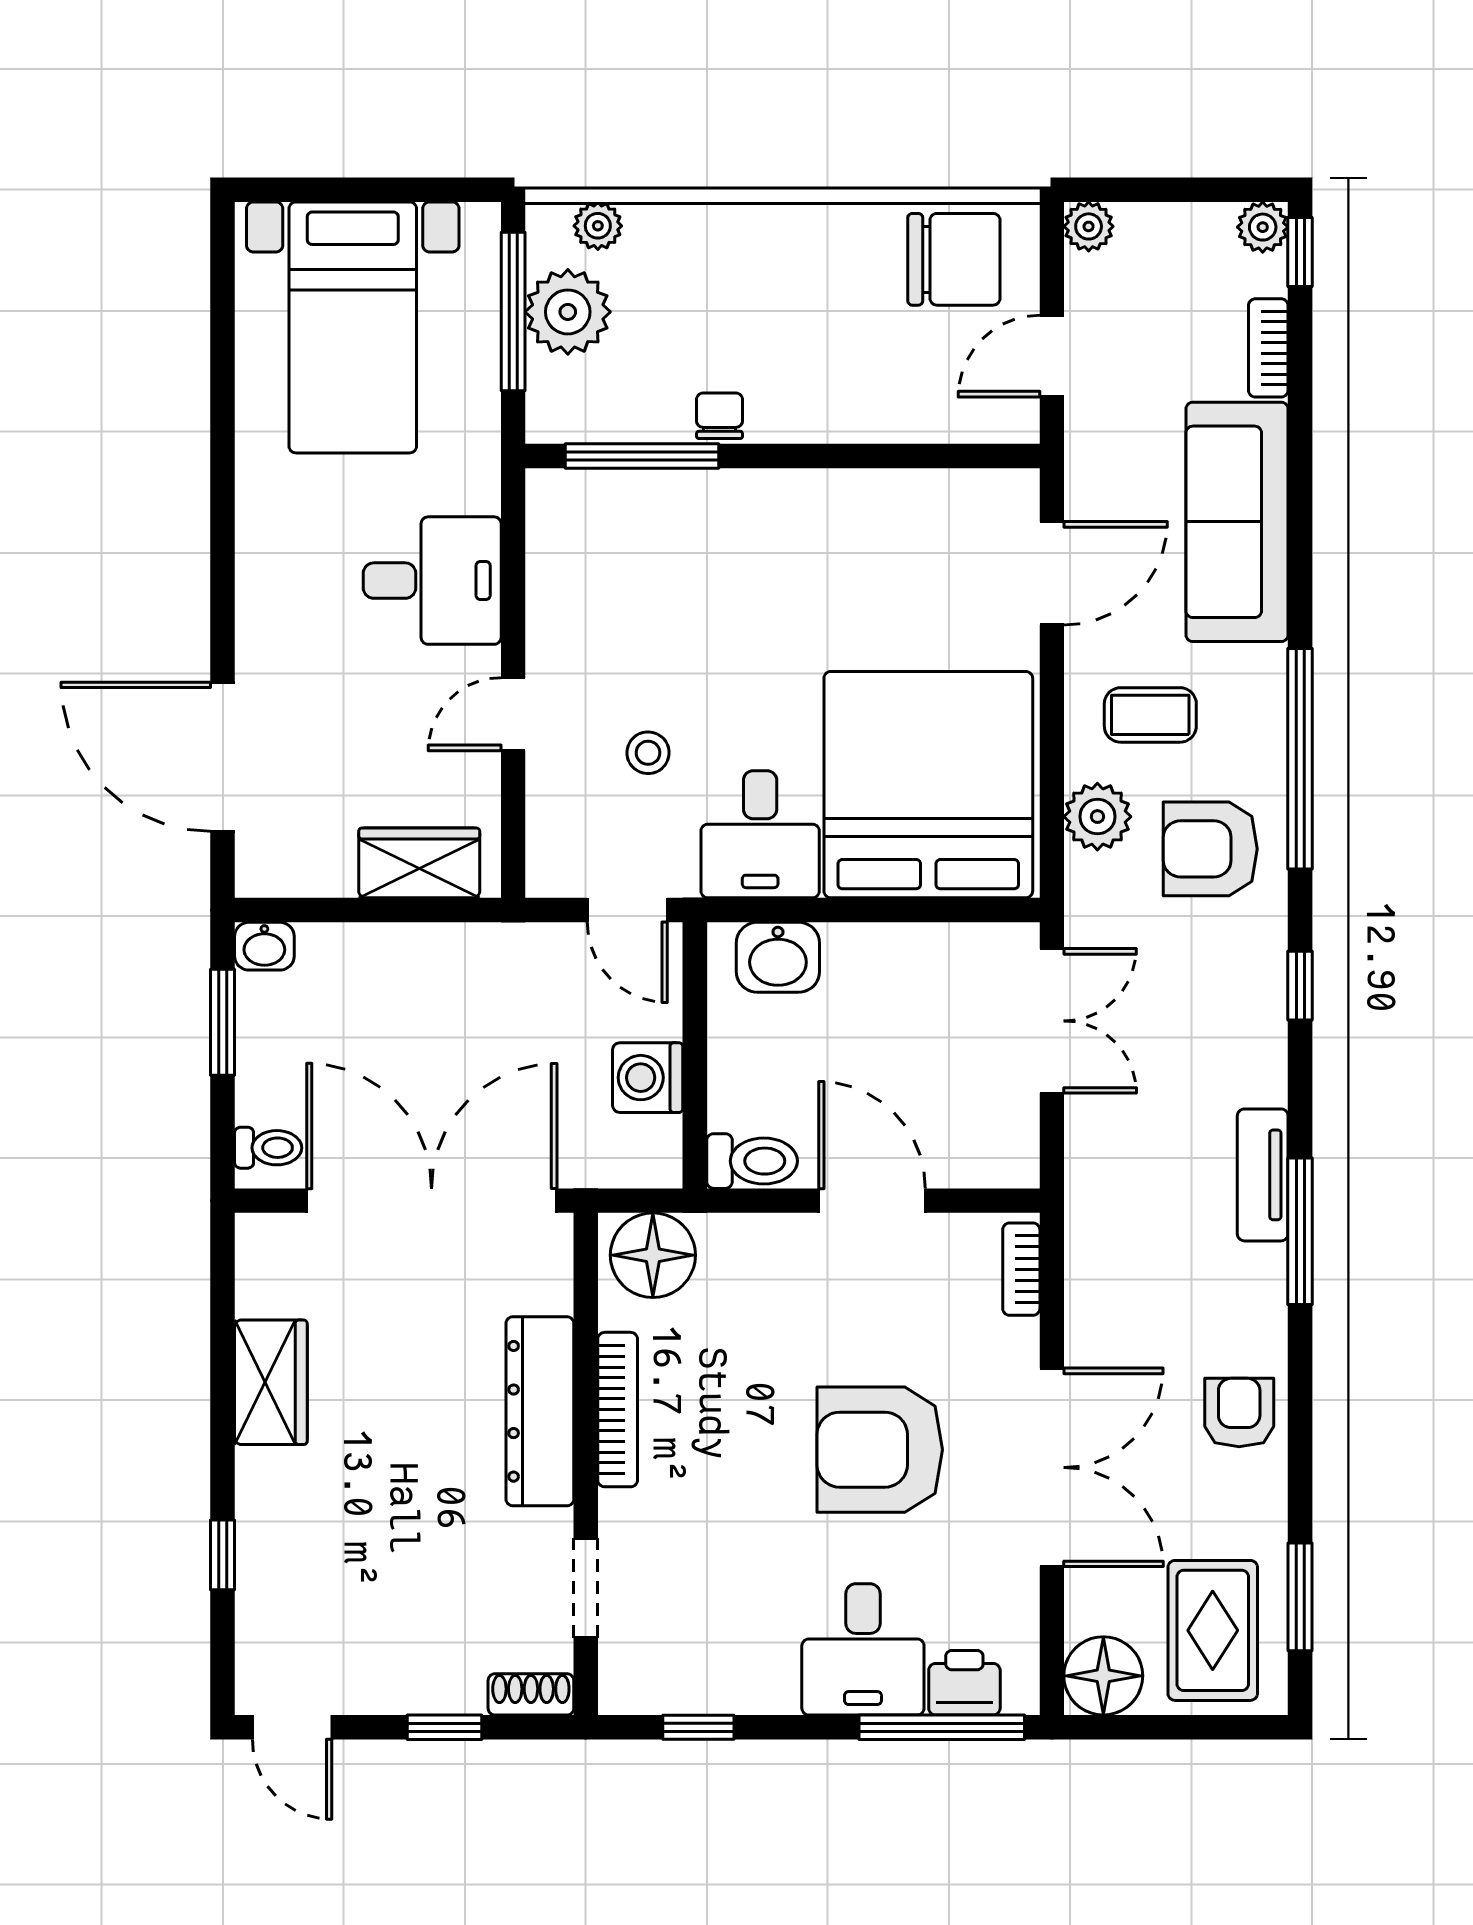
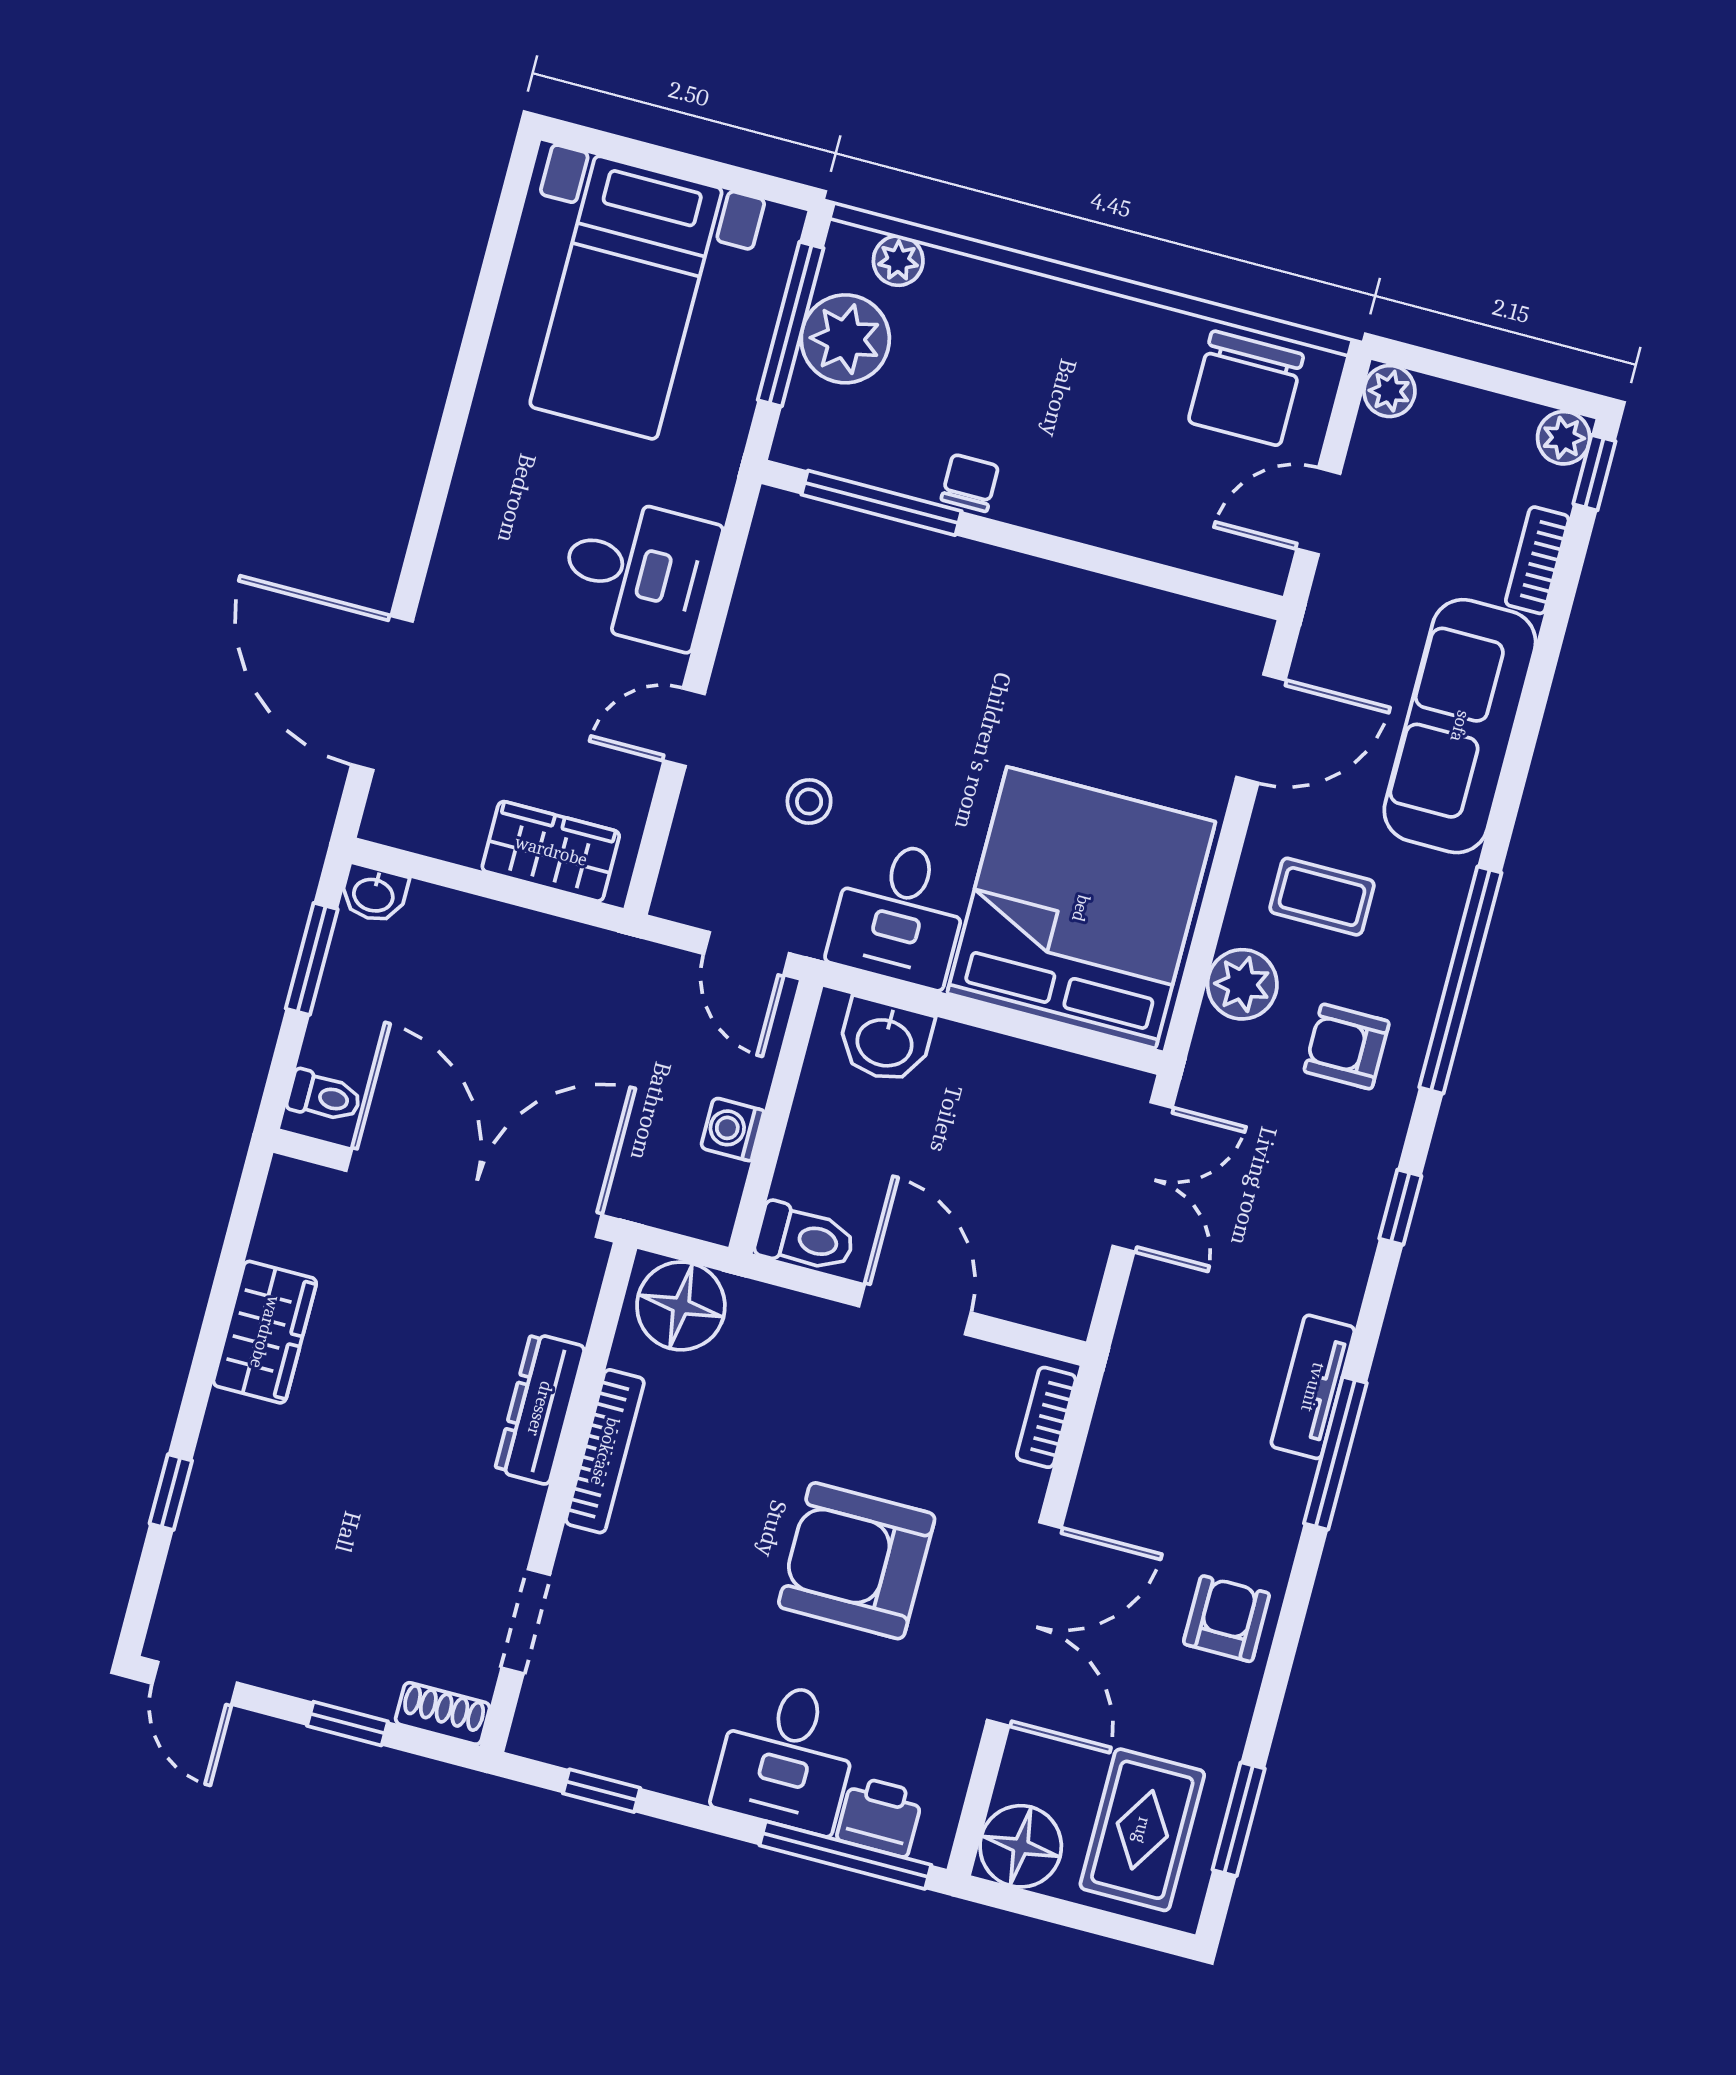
chair: (954, 259) -> (1246, 388), turned 90
armchair: (1210, 849) -> (1347, 1047), width x0.72, depth x0.72
washing machine: (648, 1078) -> (732, 1129), width x0.73, depth x0.73
dresser: (540, 1411) -> (540, 1409), width x0.73, depth x0.80

